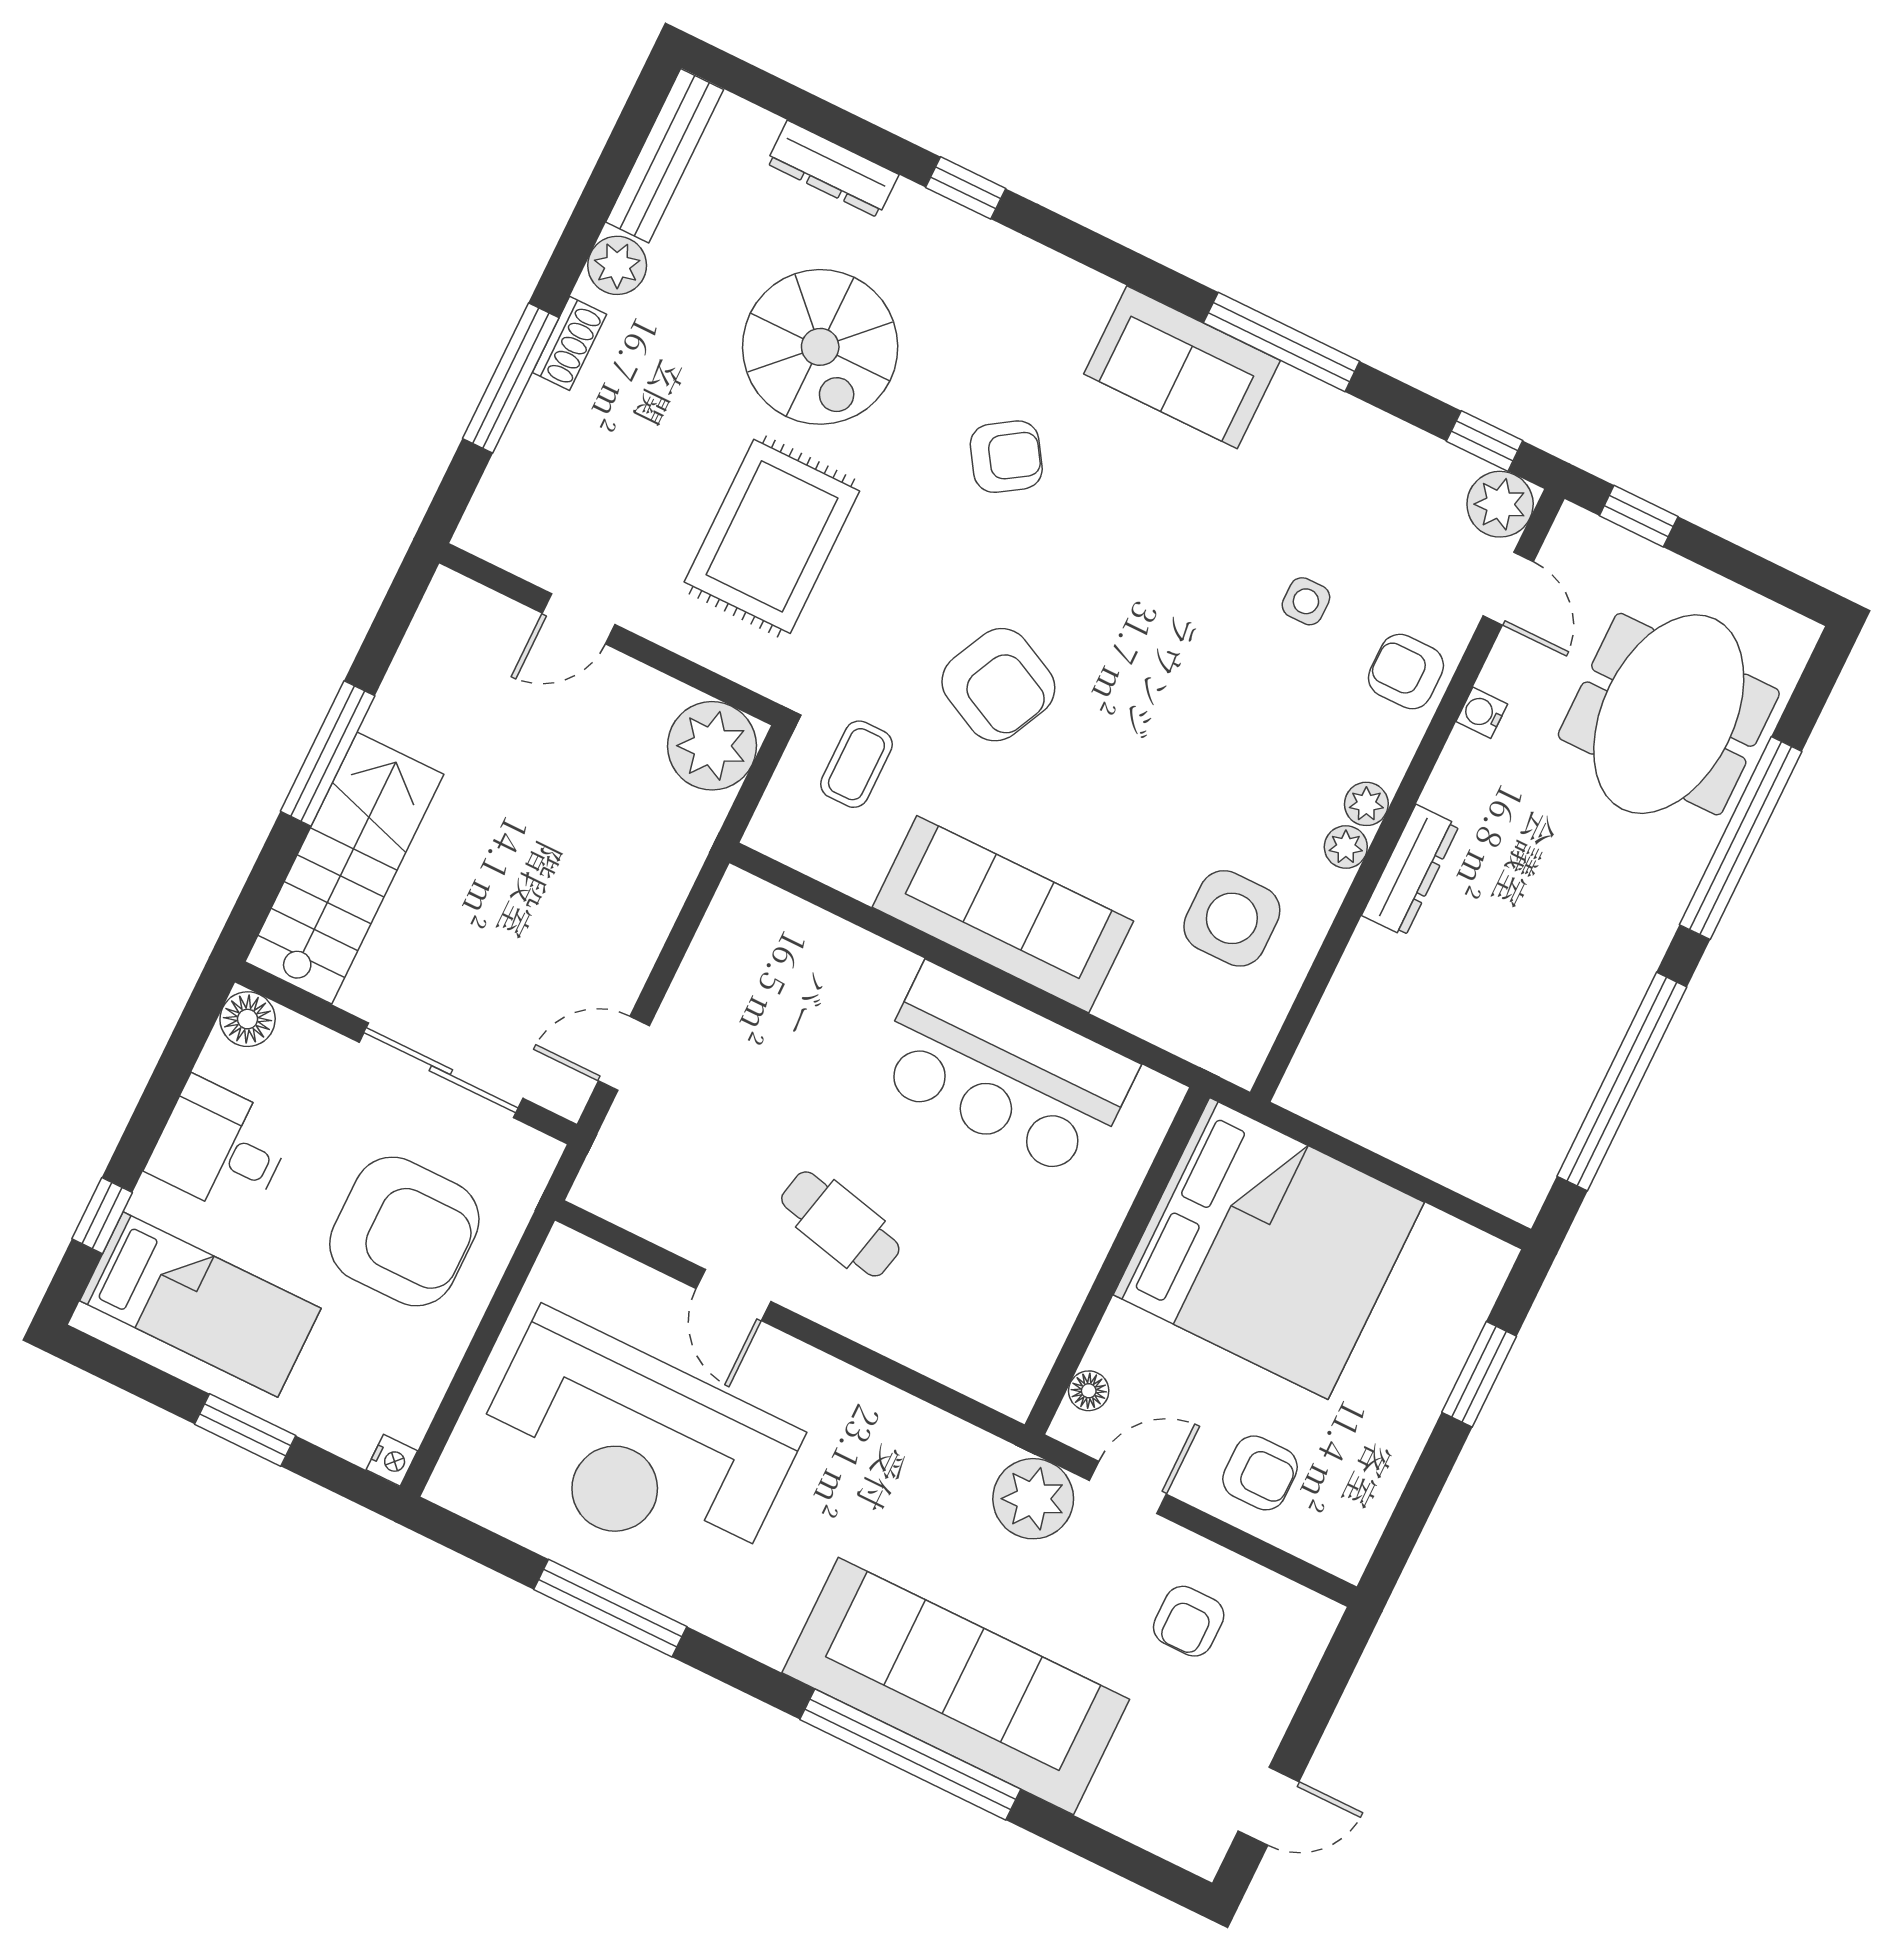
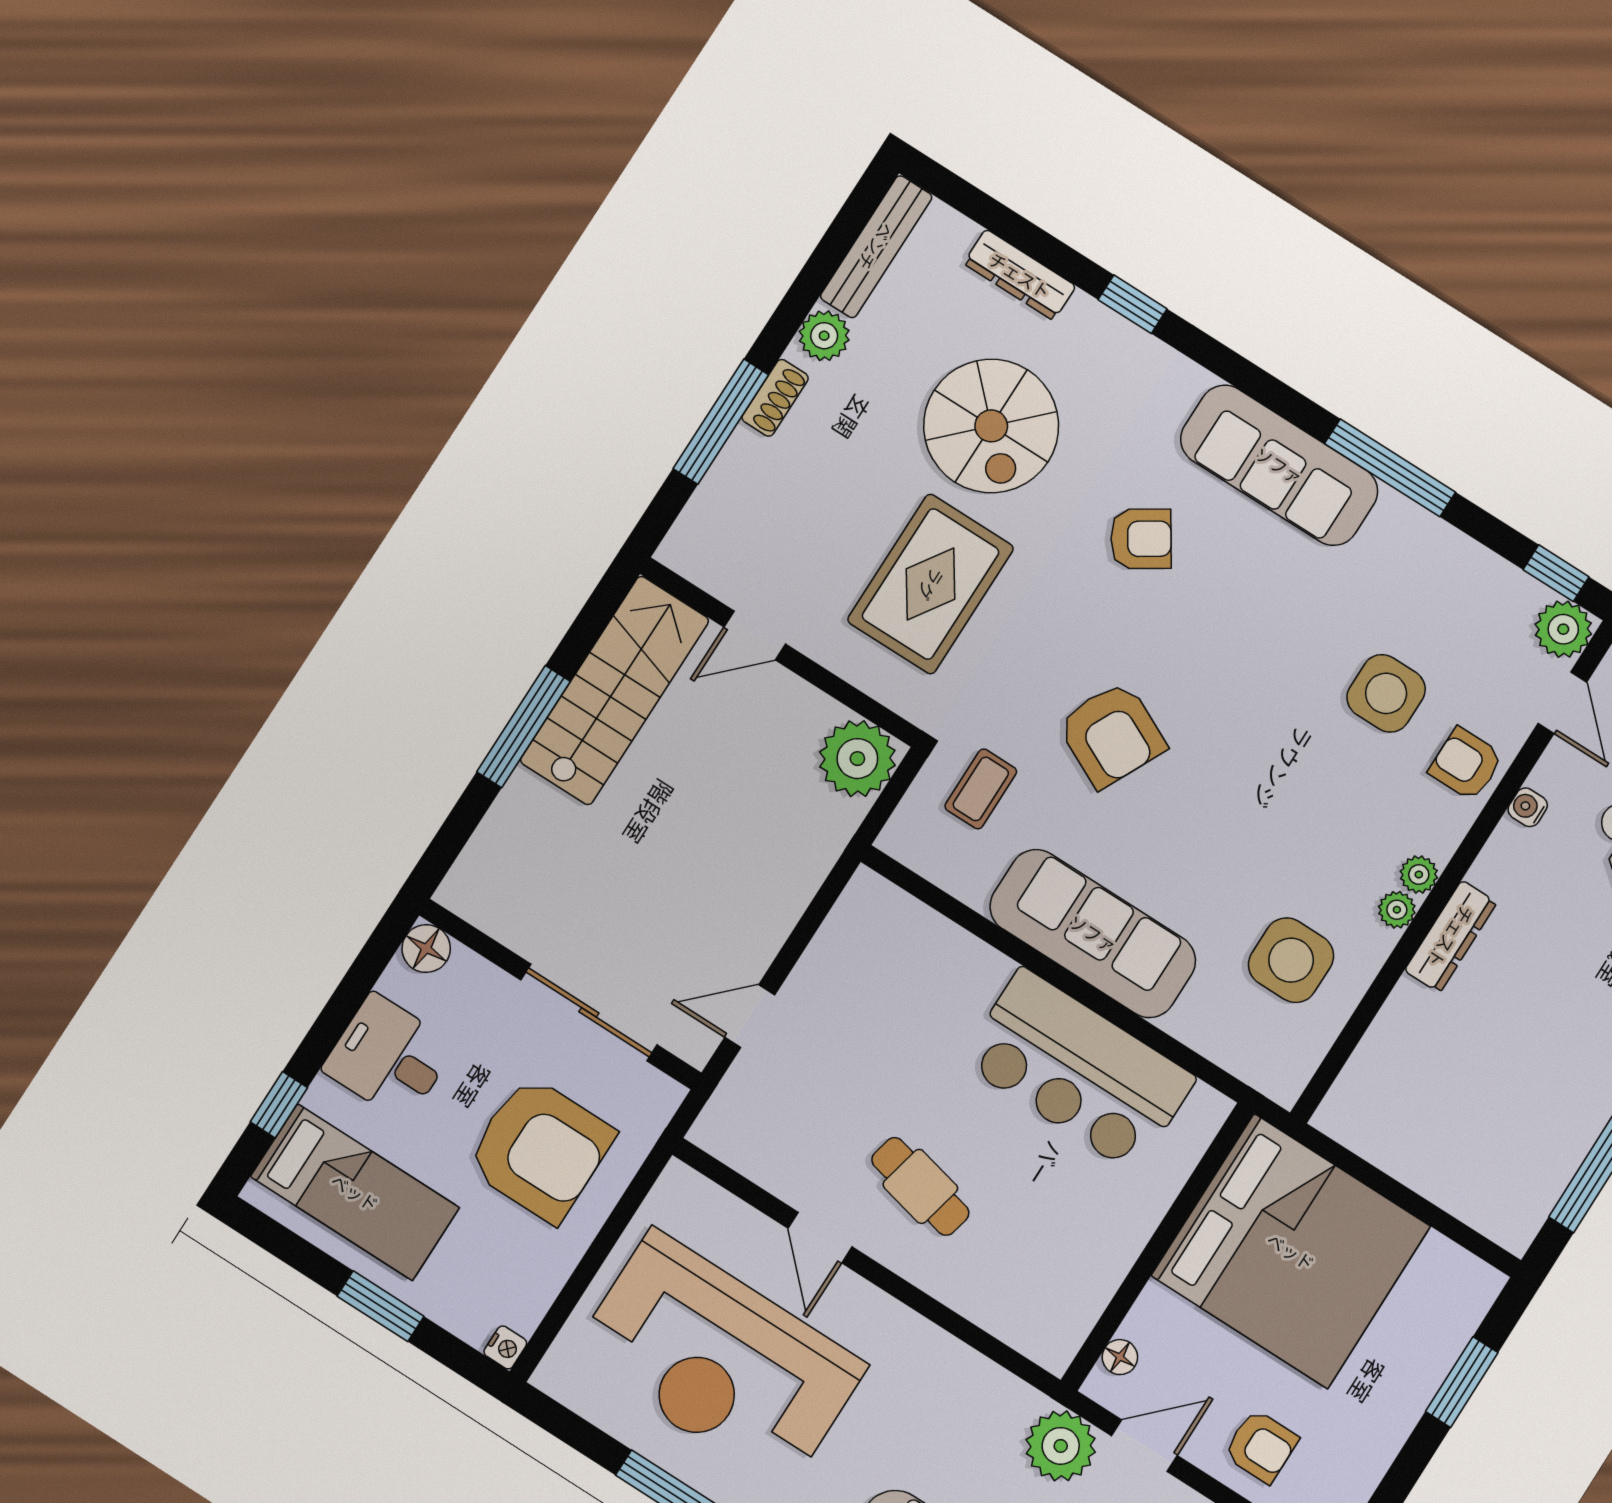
sofa: (1182, 367) -> (1279, 465), width x1.36
side table: (1306, 601) -> (1386, 693), width x1.87, depth x1.87
stairs: (344, 868) -> (615, 690), moved

